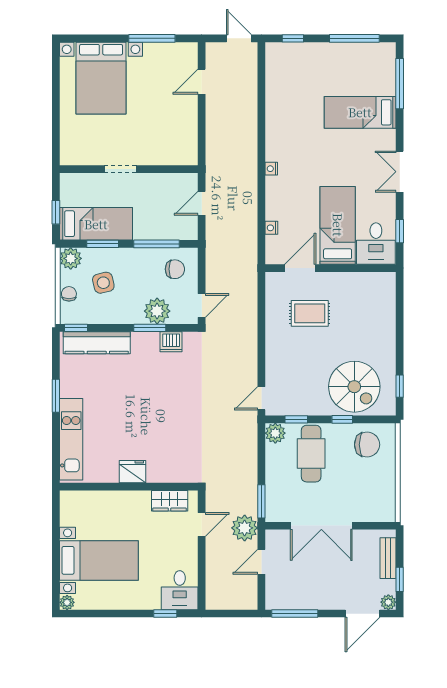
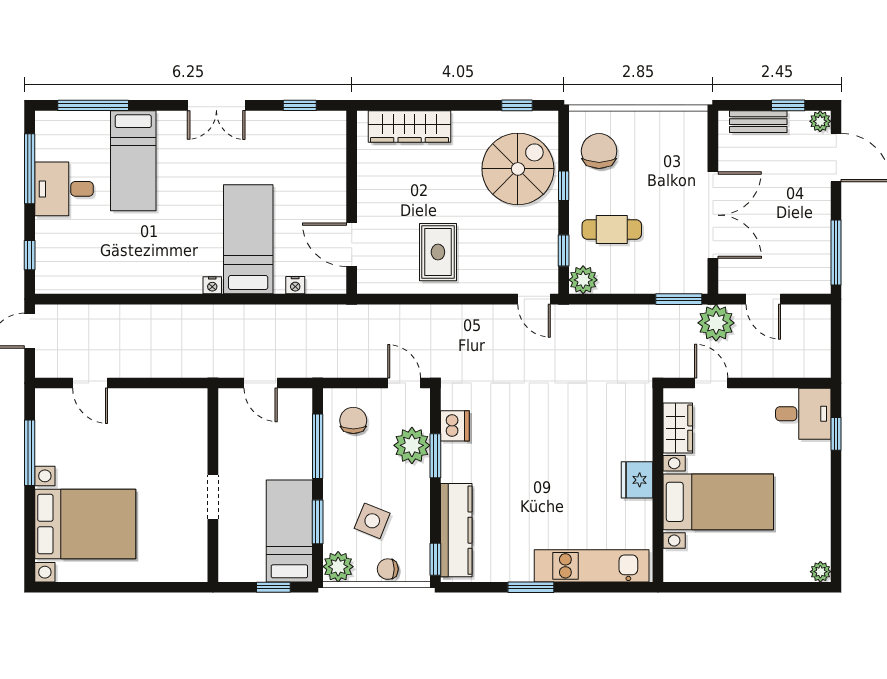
bed: (338, 225) -> (248, 239), moved, turned 90
desk: (376, 244) -> (64, 189), moved, turned 180
side table: (103, 283) -> (372, 521), turned 35
wardrobe: (385, 309) -> (410, 127), added
rug: (310, 313) -> (438, 252), moved
cafe table: (311, 454) -> (612, 229), width x0.73, depth x0.74
bed with nightstands: (99, 560) -> (718, 502), moved, turned 90

